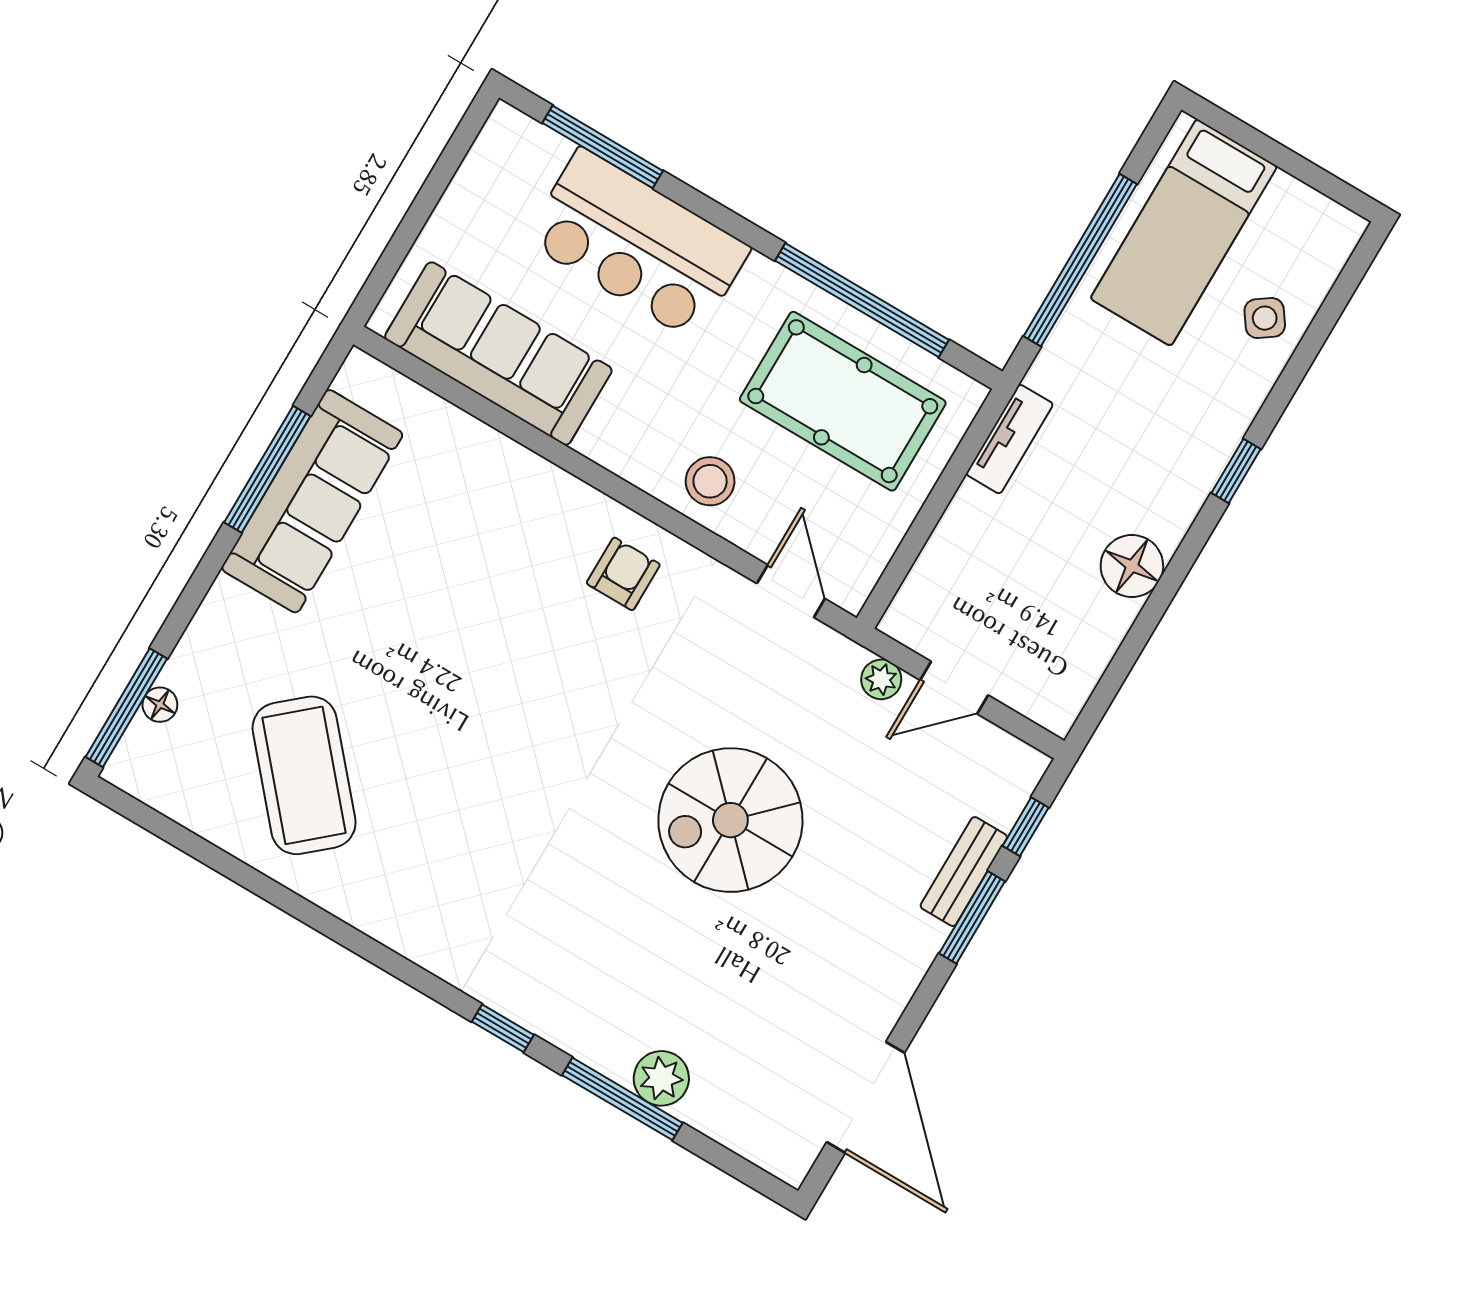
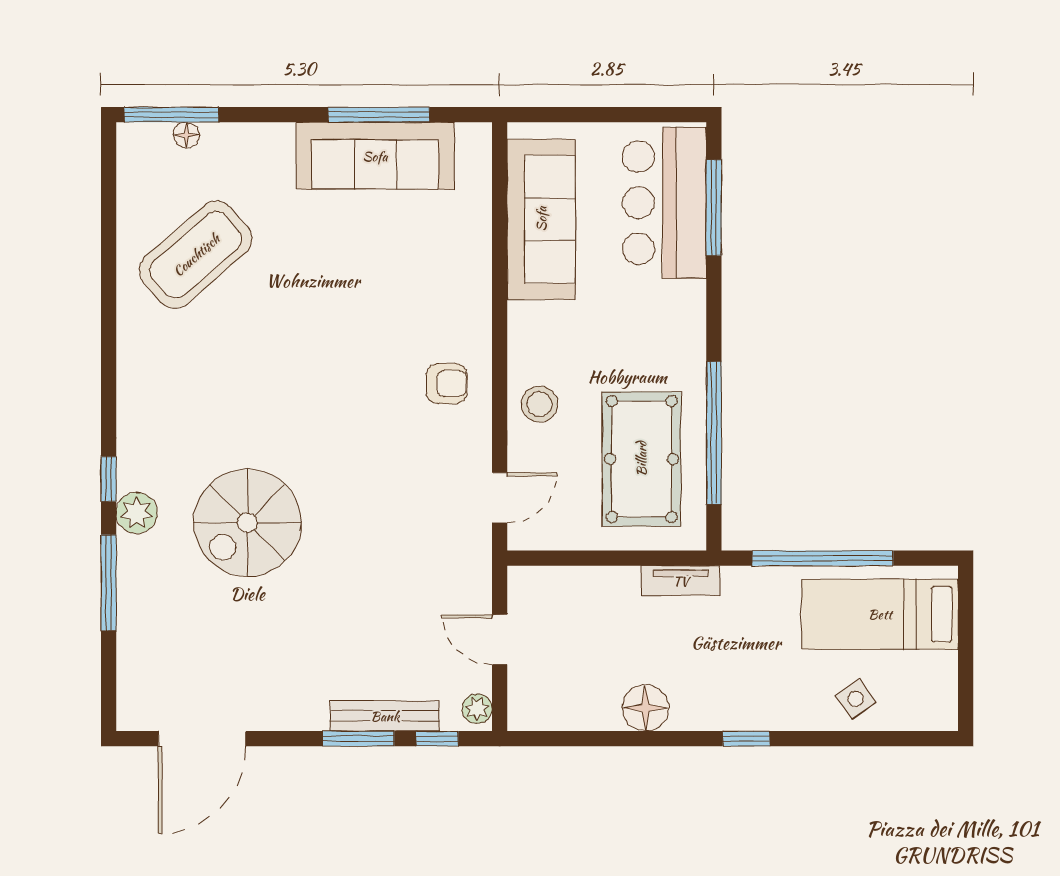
bar counter: (638, 244) -> (664, 203), moved
plant: (881, 679) -> (477, 709), moved
spiral stairs: (730, 820) -> (247, 523), moved, turned -90
bench: (964, 872) -> (385, 716), width x1.36
plant: (661, 1078) -> (137, 513), moved

